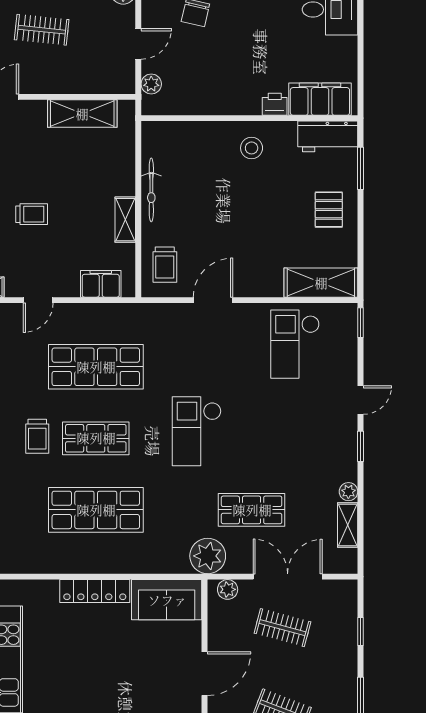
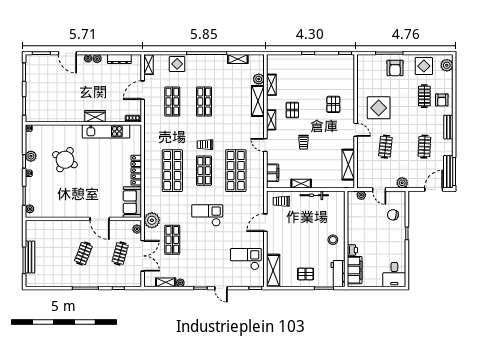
door: (213, 300) -> (265, 223), swing flipped

